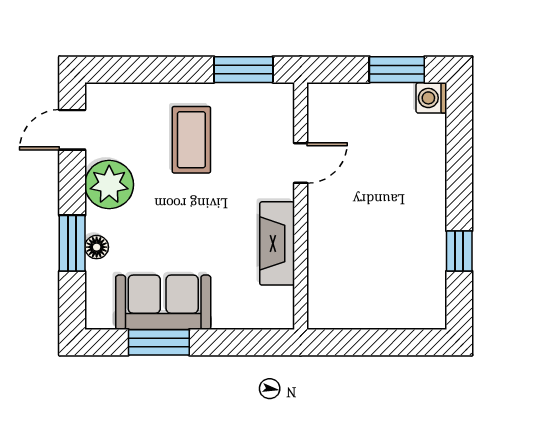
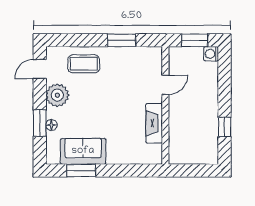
coffee table: (191, 140) -> (84, 64), moved, turned 90
door: (301, 163) -> (165, 85), moved
wall: (301, 206) -> (165, 105), moved
fireplace: (277, 243) -> (154, 123), moved

